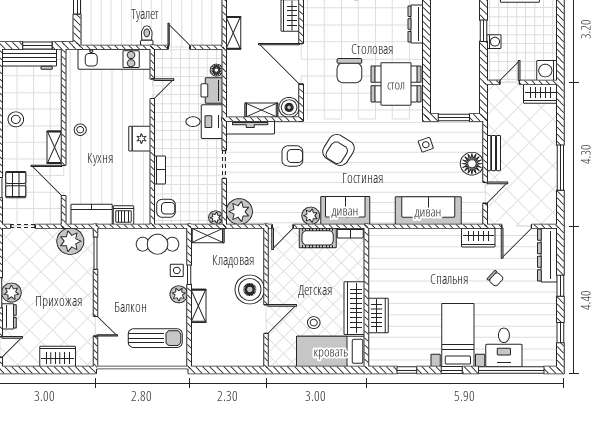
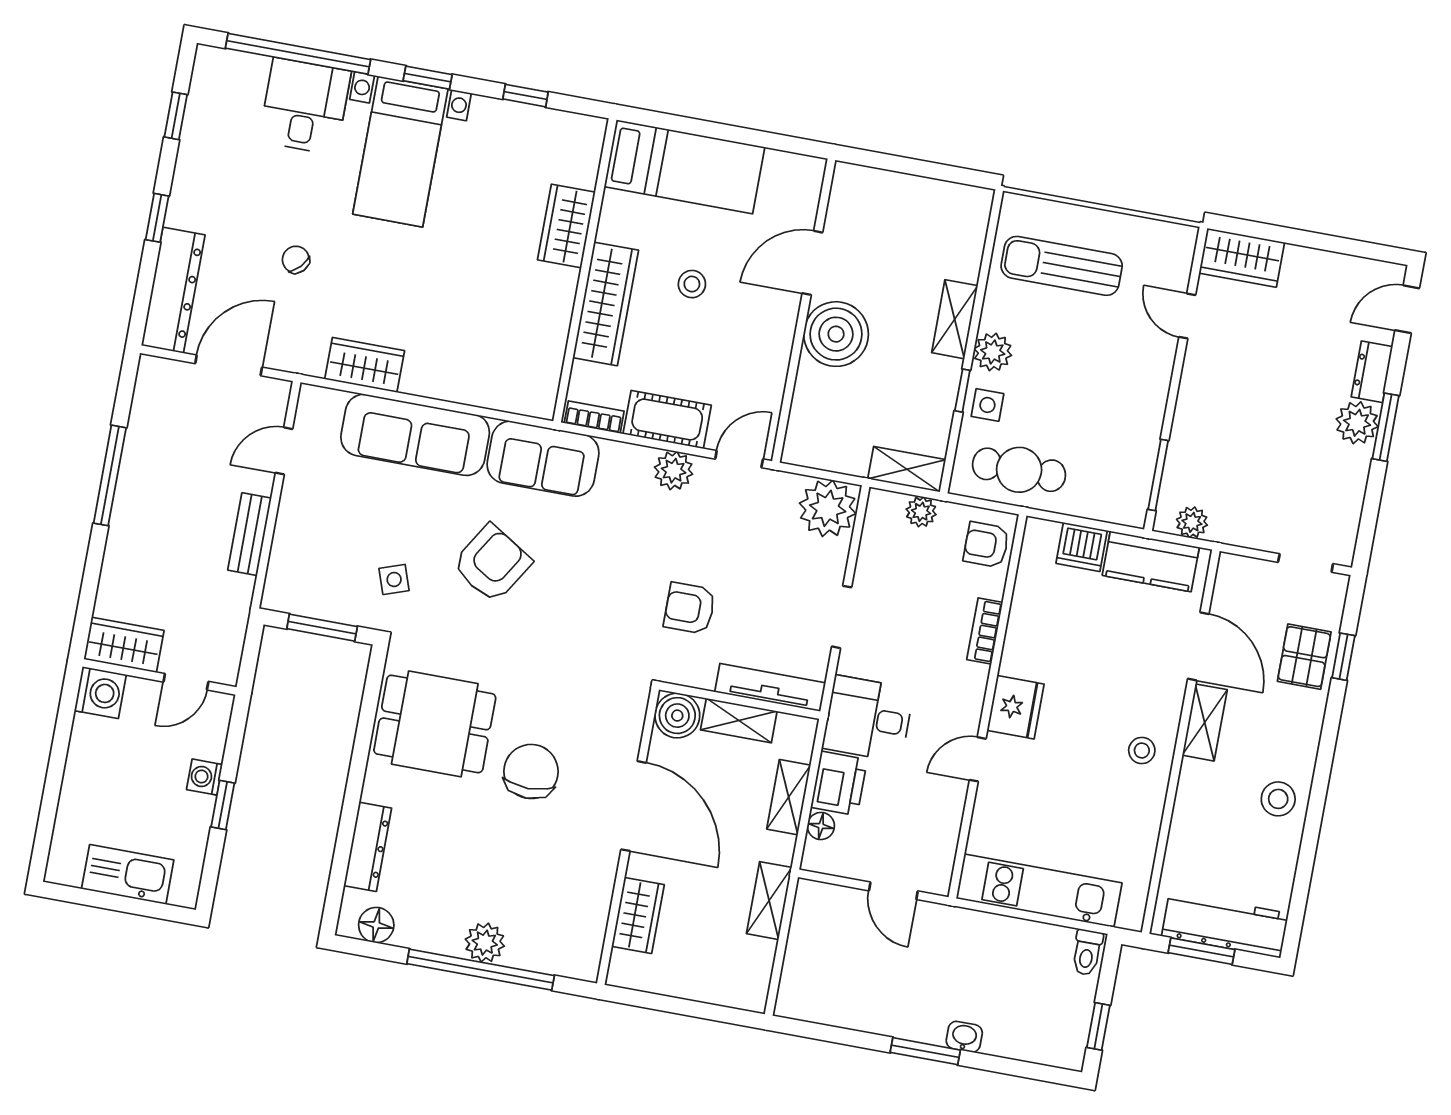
toilet: (147, 36) -> (1087, 952), moved
shelving: (233, 80) -> (789, 797), added
door: (152, 89) -> (978, 759), moved
armchair: (338, 150) -> (492, 563), moved
floor lamp: (472, 164) -> (301, 520), removed
sofa: (345, 210) -> (543, 459), moved
plant: (216, 218) -> (921, 512), moved
wardrobe: (478, 237) -> (365, 365), moved
plant: (70, 241) -> (1192, 522), width x0.53, depth x0.53
wardrobe: (354, 308) -> (606, 304), moved
stool: (314, 323) -> (692, 284), moved
wardrobe: (58, 356) -> (1242, 258), moved

